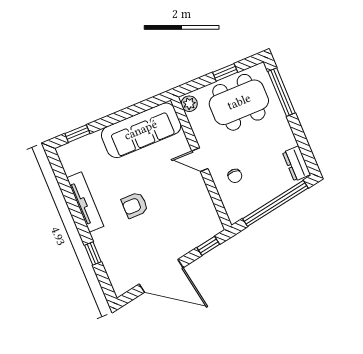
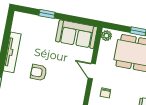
sofa: (141, 130) -> (77, 34), width x0.73
window: (77, 134) -> (47, 14), moved

